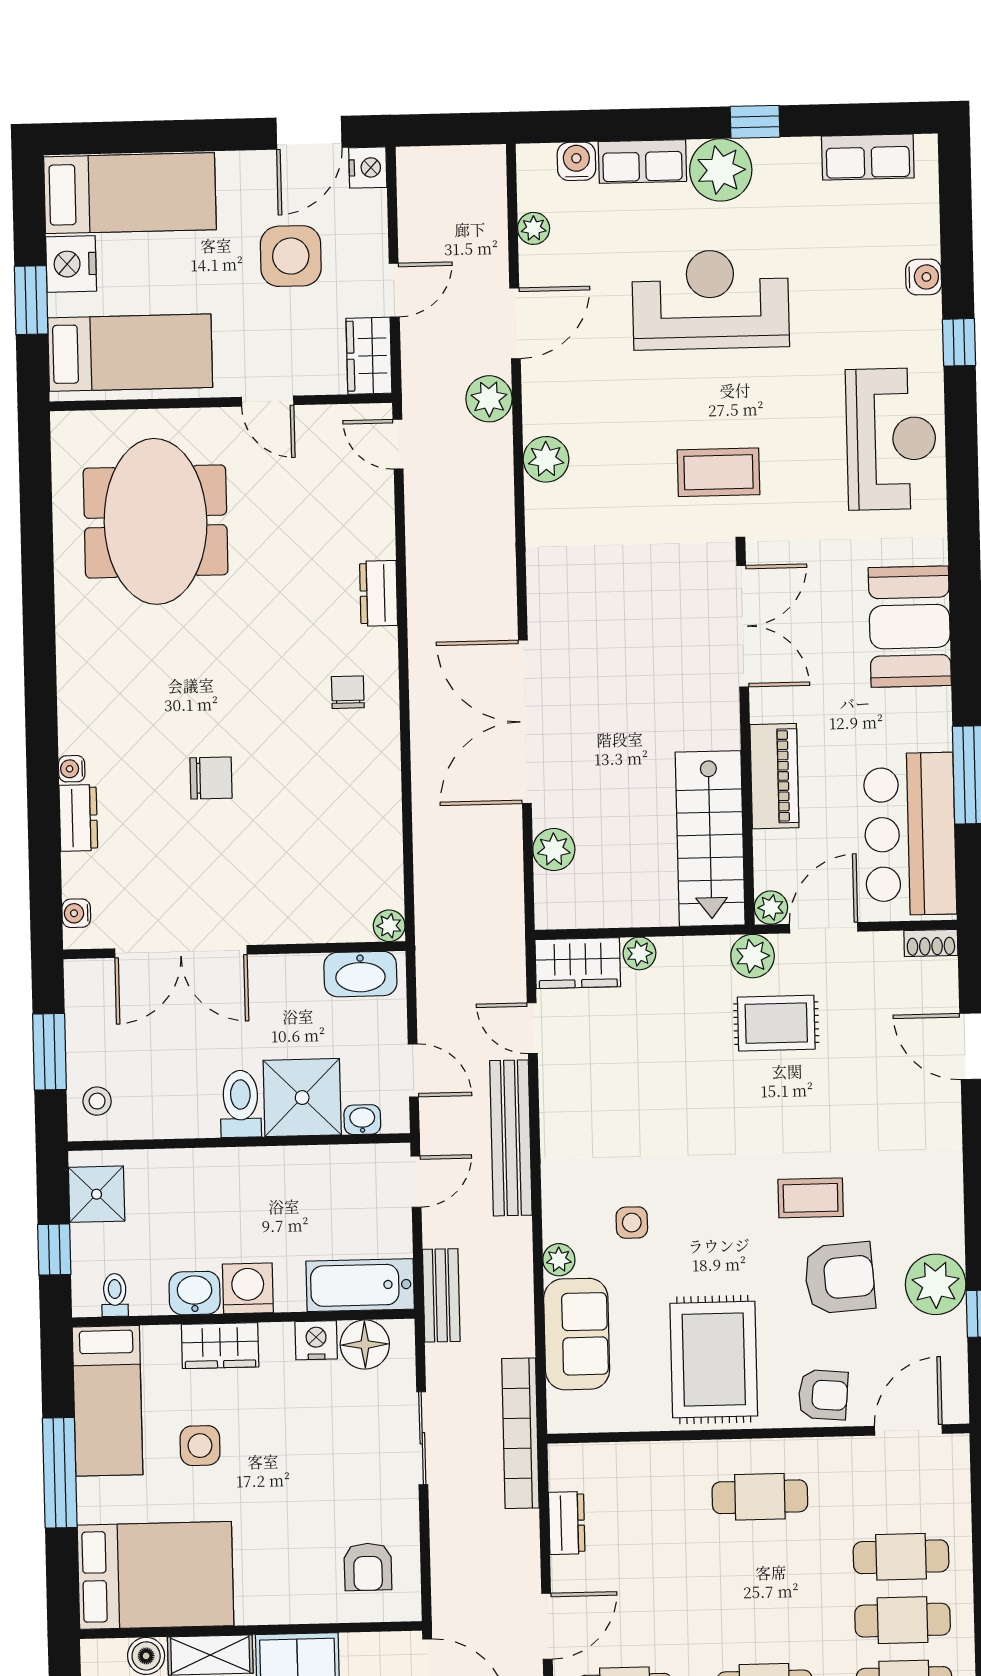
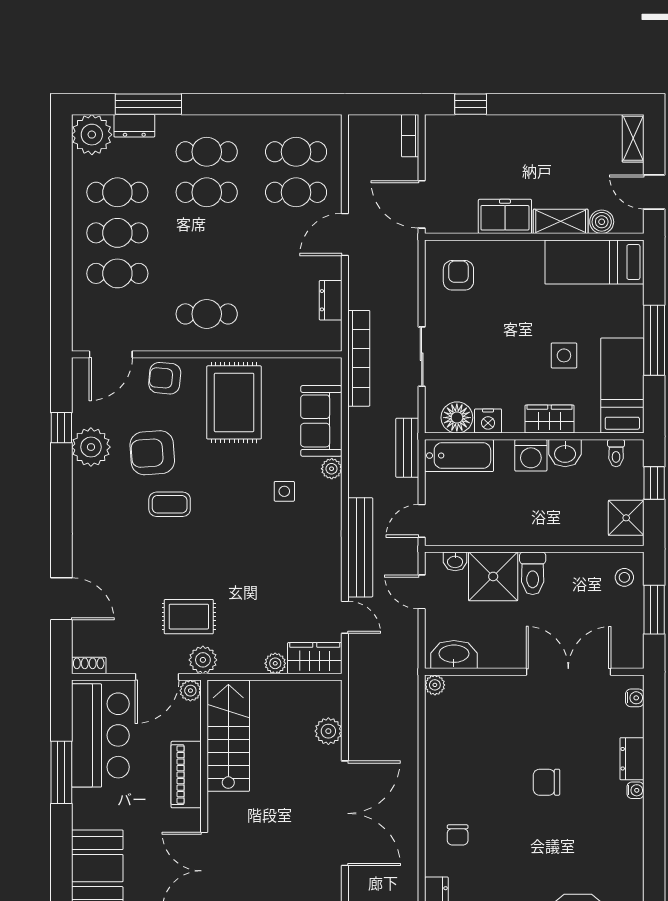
bed: (156, 1575) -> (594, 262), width x0.67

